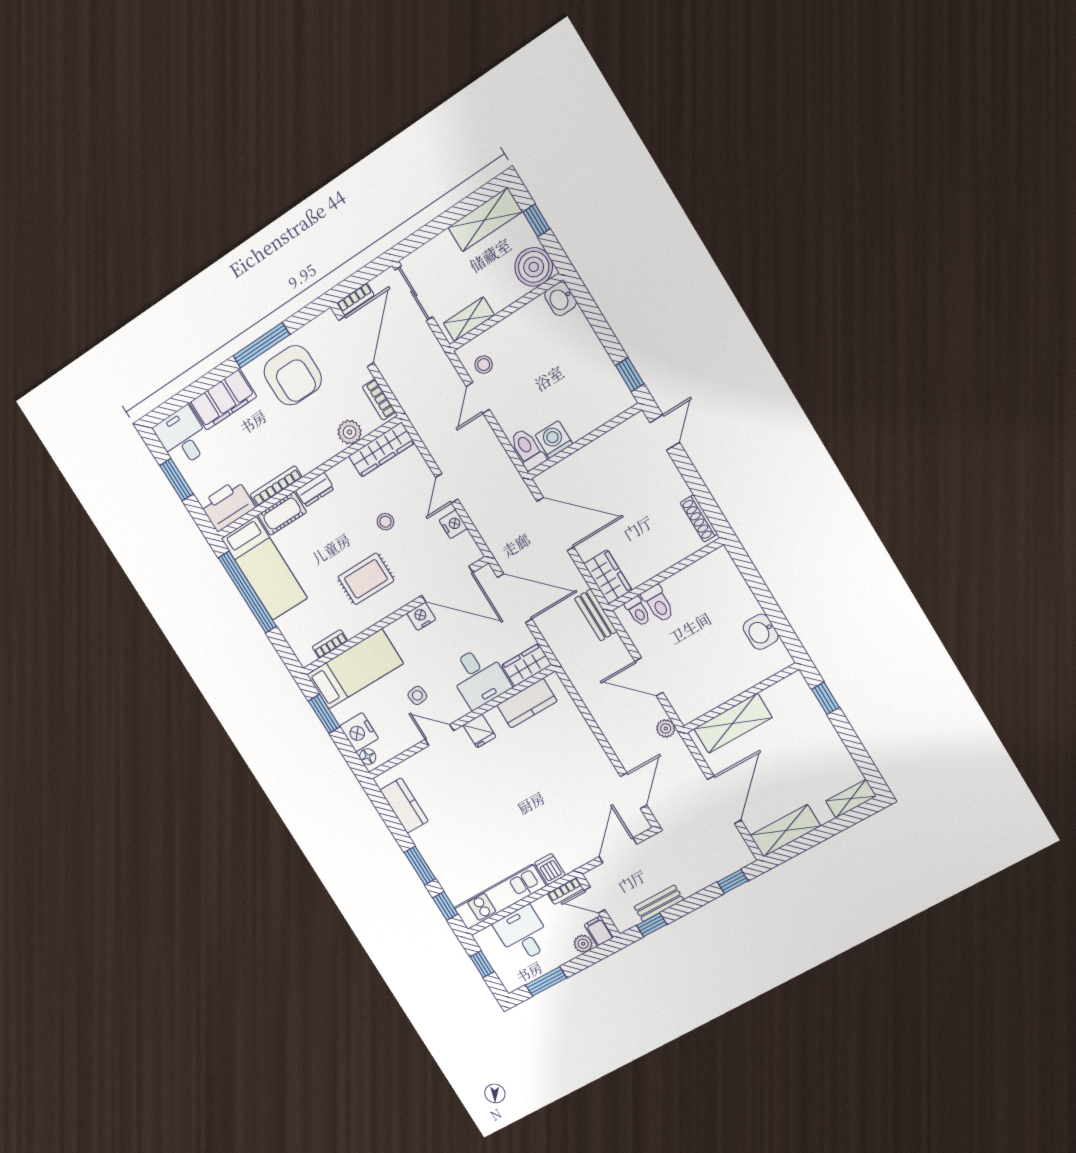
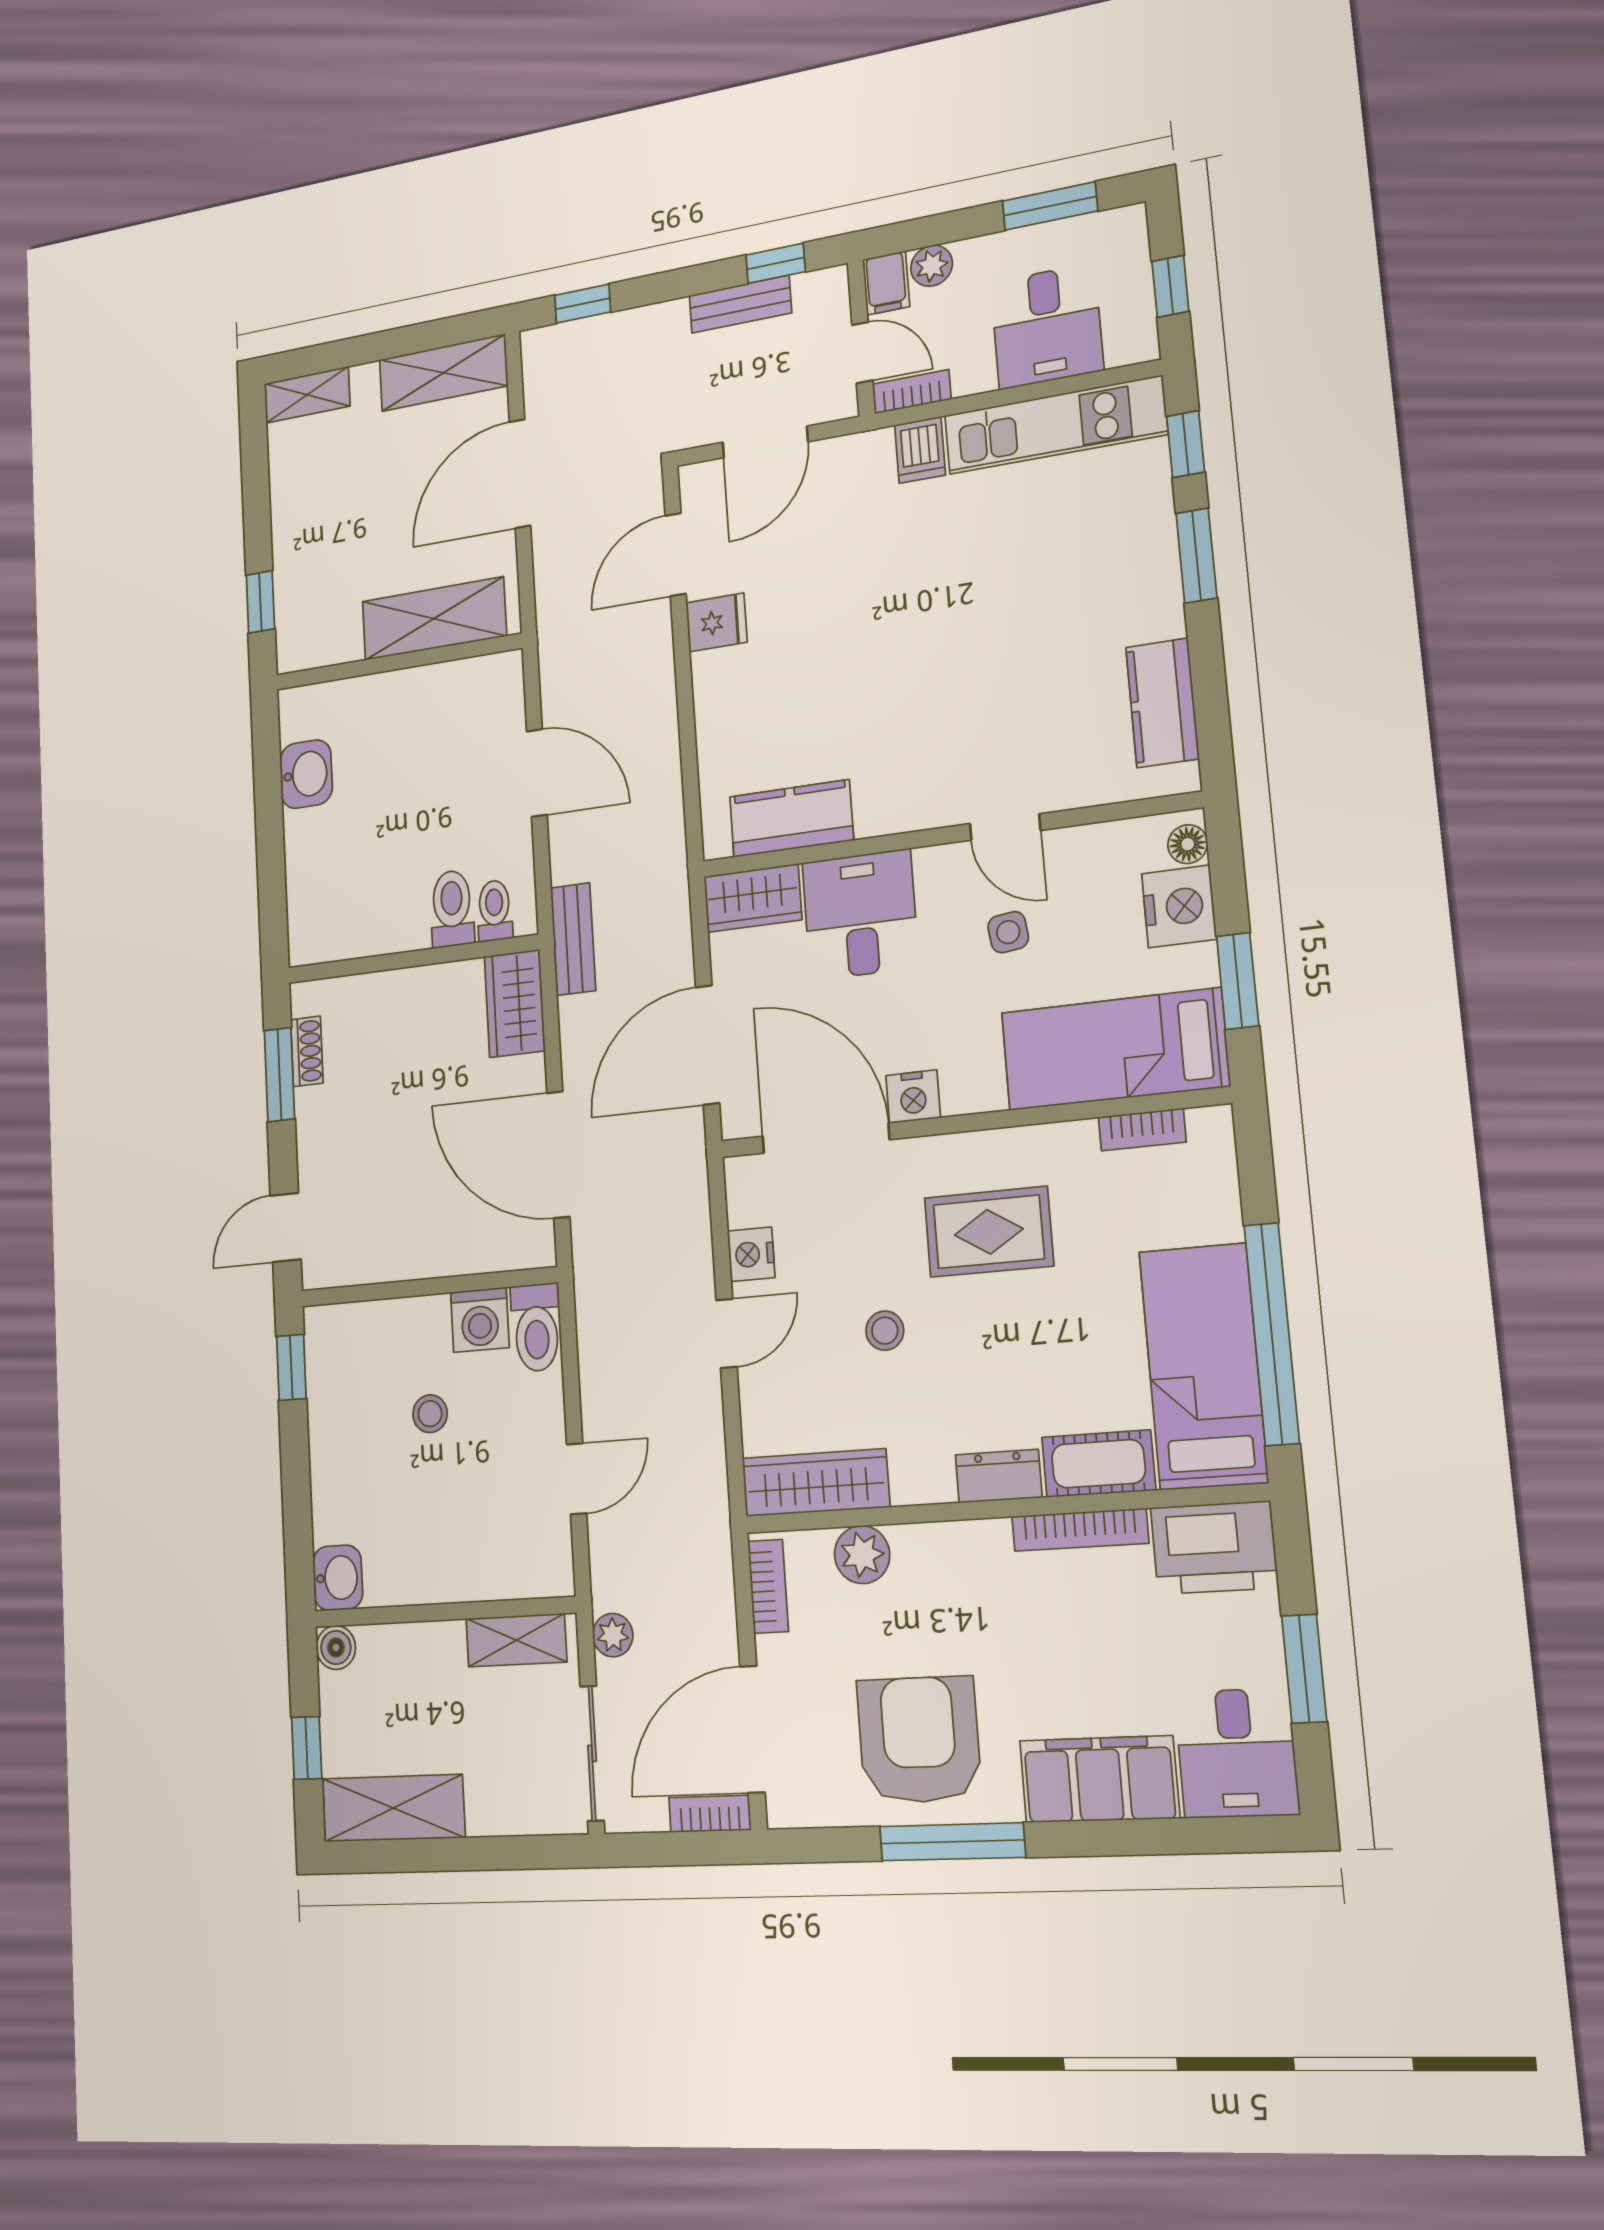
boiler: (534, 267) -> (336, 1647), width x0.54, depth x0.54
stool: (484, 365) -> (430, 1414), moved
window: (703, 496) -> (279, 1075), added
shoe rack: (699, 518) -> (307, 1051), width x0.70
door: (515, 598) -> (708, 1045), hinge flipped
plant: (666, 729) -> (613, 1635), moved
fridge: (479, 731) -> (717, 622), moved, turned 90

